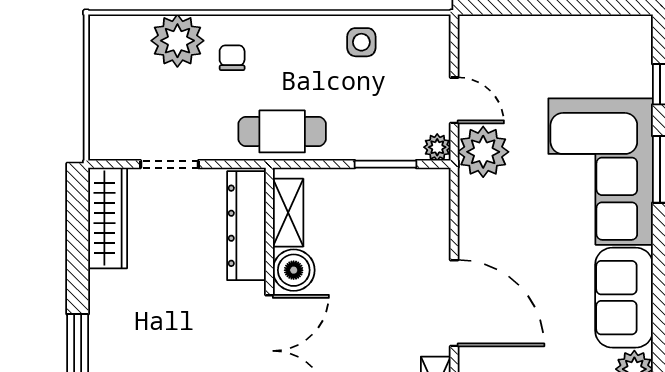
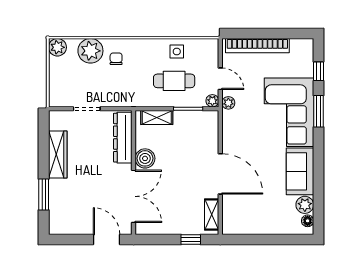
bookcase: (533, 30) -> (257, 46), added
plant: (107, 33) -> (57, 47), added
cafe table: (282, 131) -> (174, 81), moved
plant: (483, 152) -> (228, 103), width x0.53, depth x0.53
shelving: (288, 213) -> (157, 118), moved, turned 90
wardrobe: (108, 218) -> (58, 154), moved

